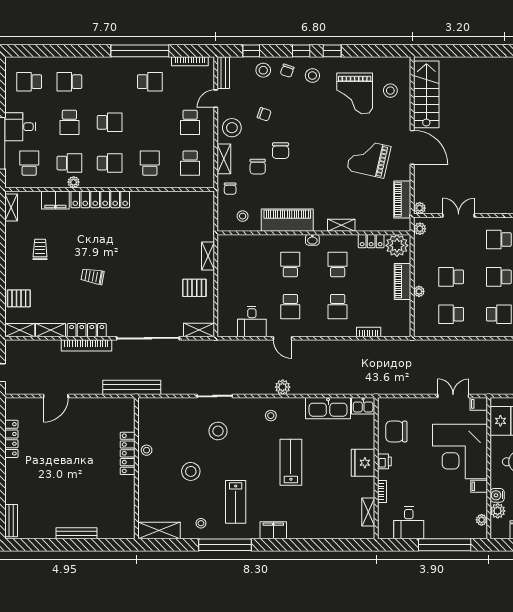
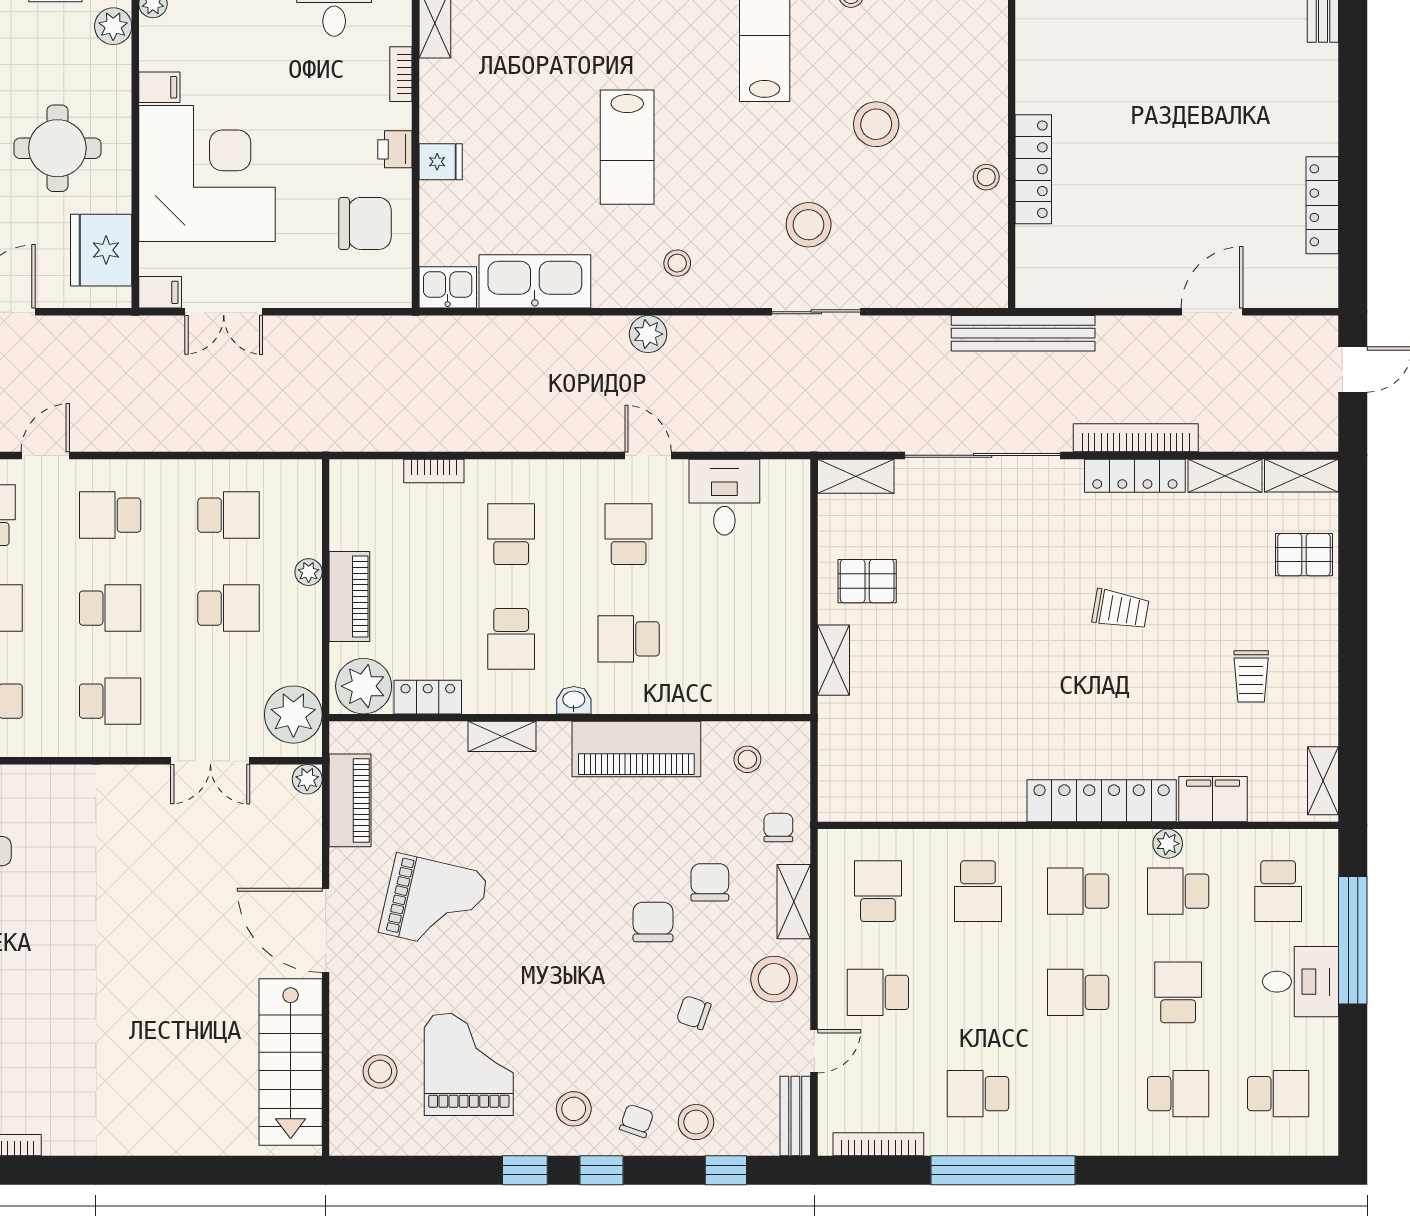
school desk: (190, 122) -> (878, 992), turned -90
plant: (420, 229) -> (293, 715), width x1.88, depth x1.88
school desk: (290, 264) -> (629, 639), turned 90
fridge: (363, 463) -> (441, 162), width x0.53, depth x0.75
water cooler: (497, 495) -> (114, 65), removed

